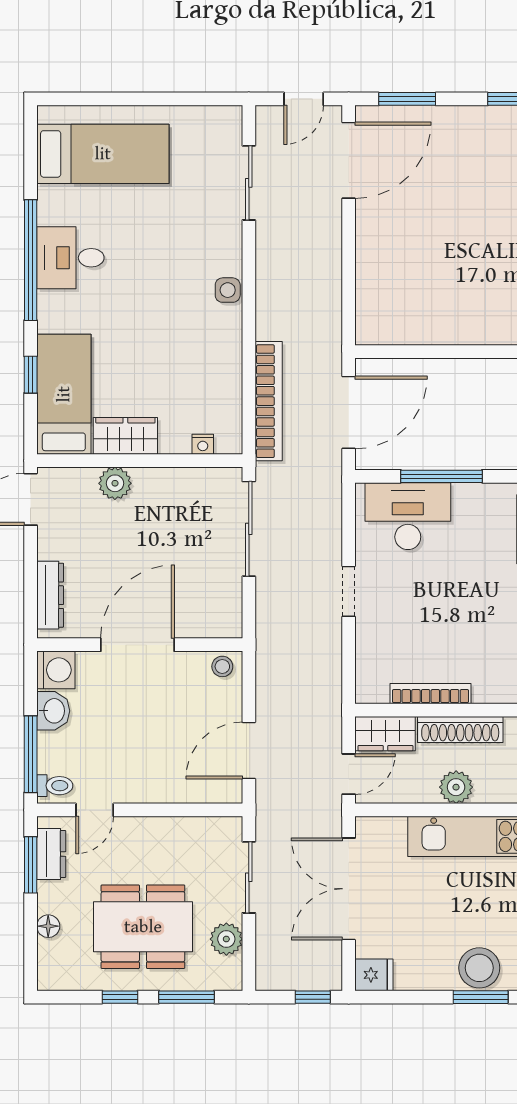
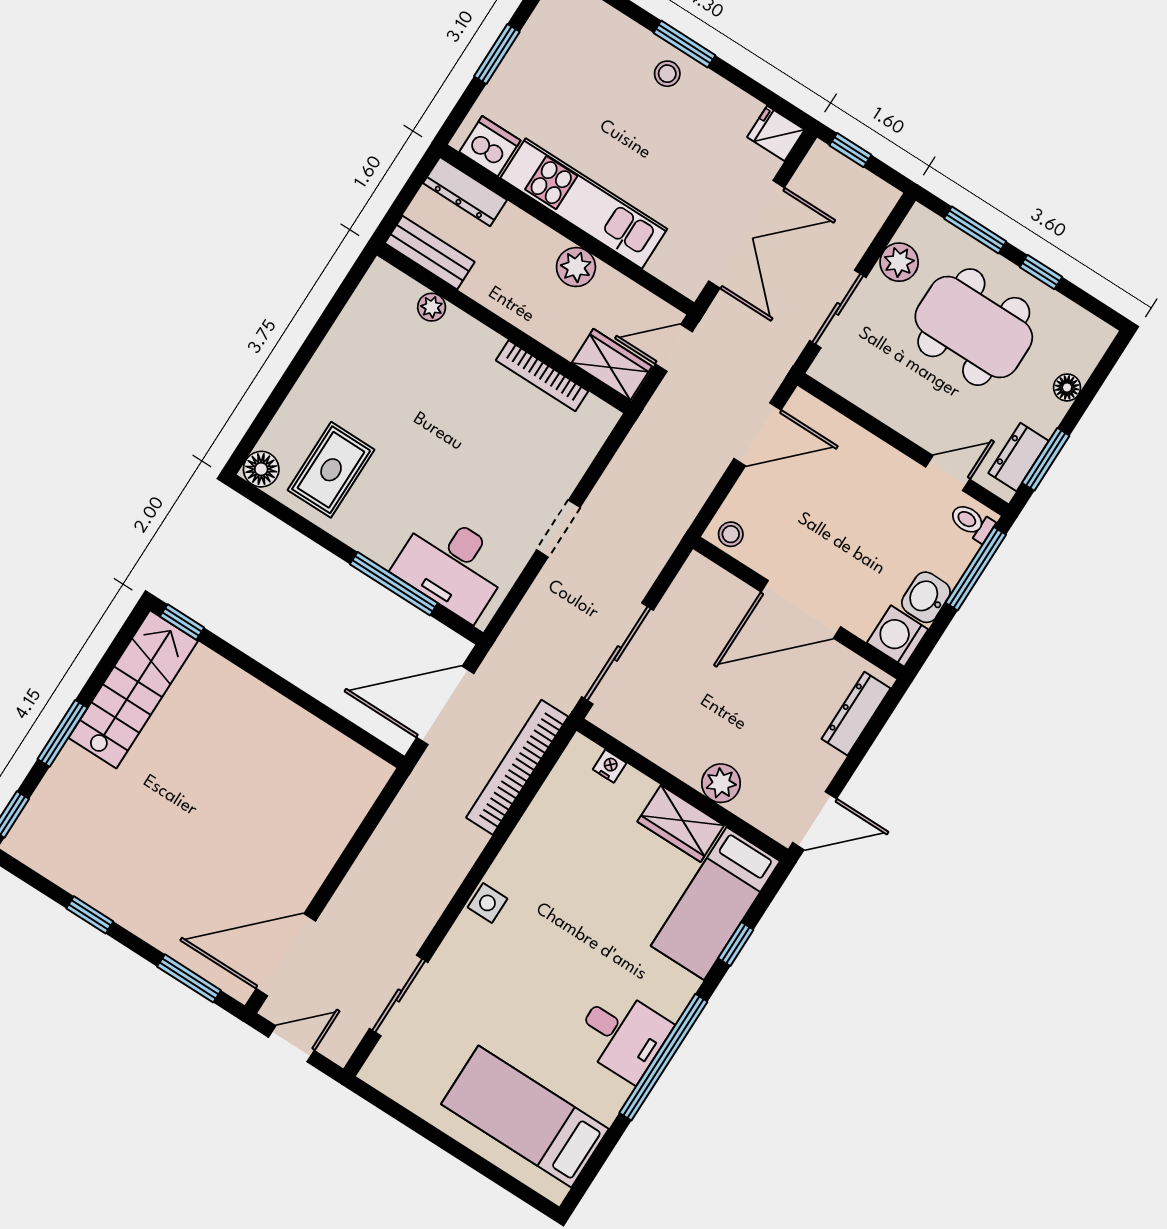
shoe rack: (460, 730) -> (535, 321), removed
stool: (479, 968) -> (667, 74), width x0.53, depth x0.53

